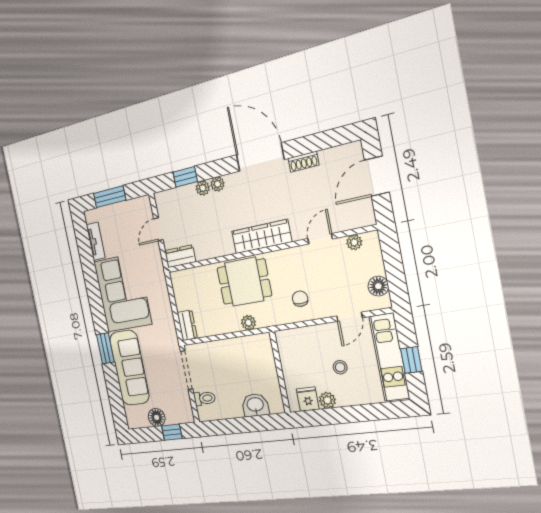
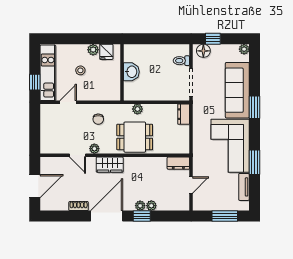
door: (260, 157) -> (107, 216), swing flipped
window: (185, 177) -> (142, 216), moved
wardrobe: (261, 237) -> (110, 165), width x0.67
door: (320, 239) -> (77, 155), hinge flipped
plant: (354, 242) -> (94, 149), moved
window: (91, 277) -> (254, 162), added
floor lamp: (378, 286) -> (46, 119), removed
window: (411, 360) -> (35, 82), moved
washbasin: (255, 405) -> (131, 72), moved, turned -90
floor lamp: (157, 417) -> (203, 51), moved
plant: (133, 422) -> (244, 49), added

